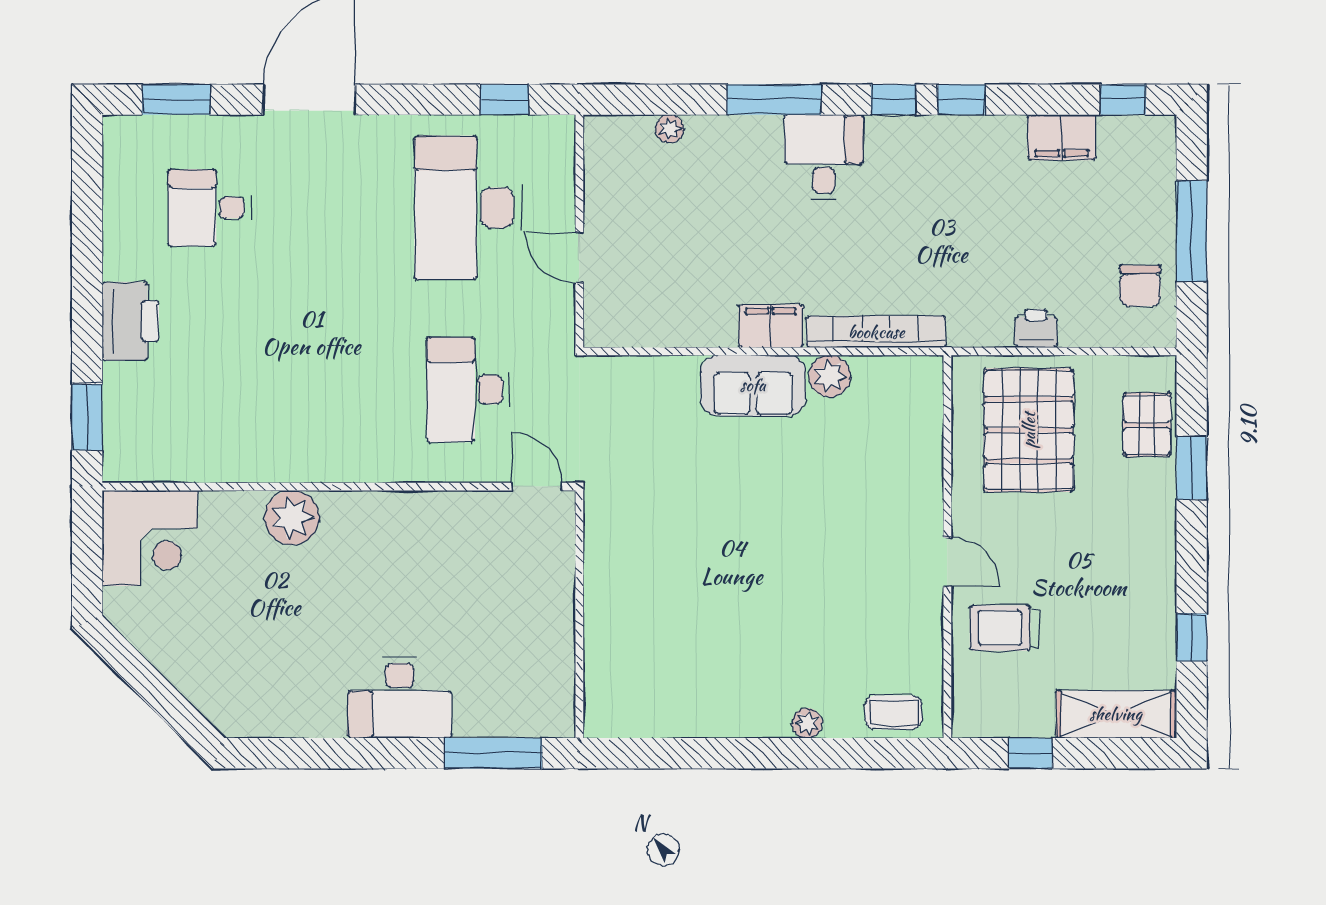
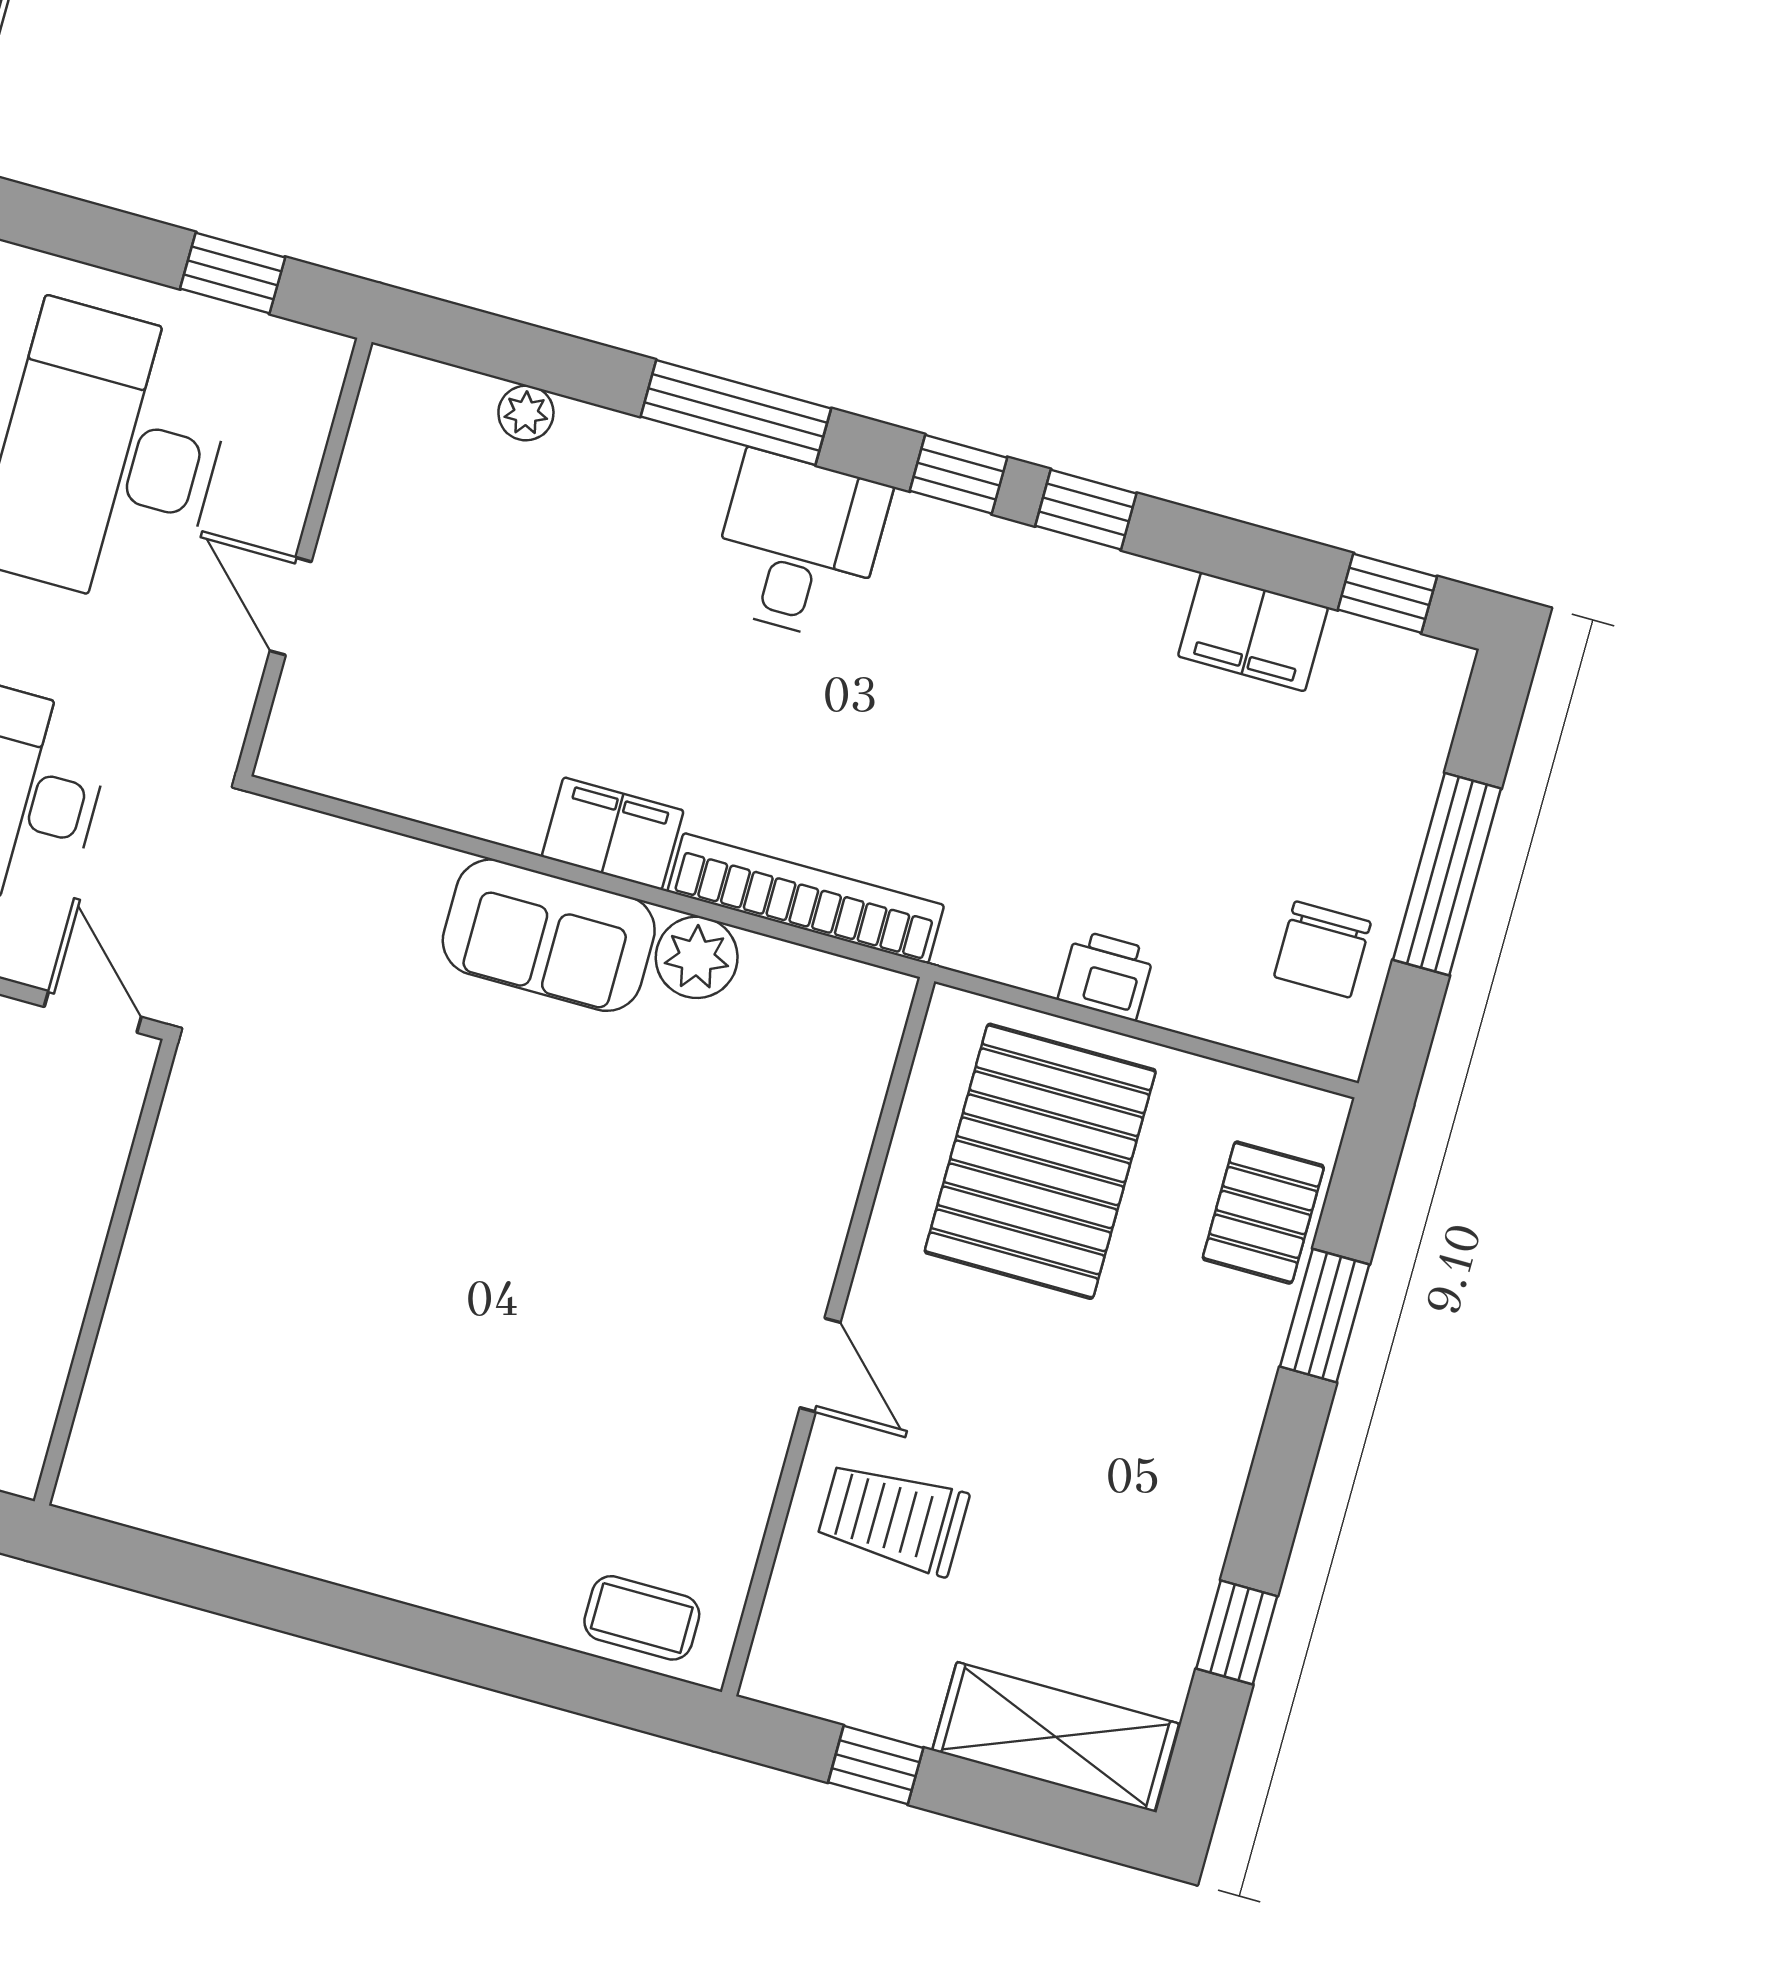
plant: (807, 723) -> (475, 1593), removed

